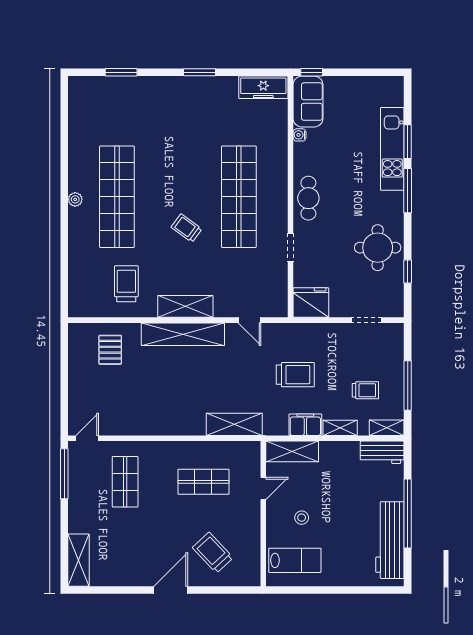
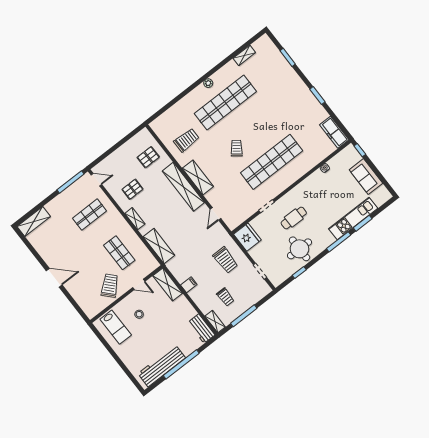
sofa: (308, 102) -> (366, 176), moved, turned 90
shelving: (76, 126) -> (244, 55), added
cafe table: (308, 198) -> (294, 218), moved
trolley: (295, 375) -> (225, 260), moved
pallet: (135, 402) -> (132, 189), added
filing cabinet: (305, 425) -> (189, 285), width x0.50
shelving: (340, 428) -> (135, 219), moved
trolley: (213, 553) -> (110, 286), moved

